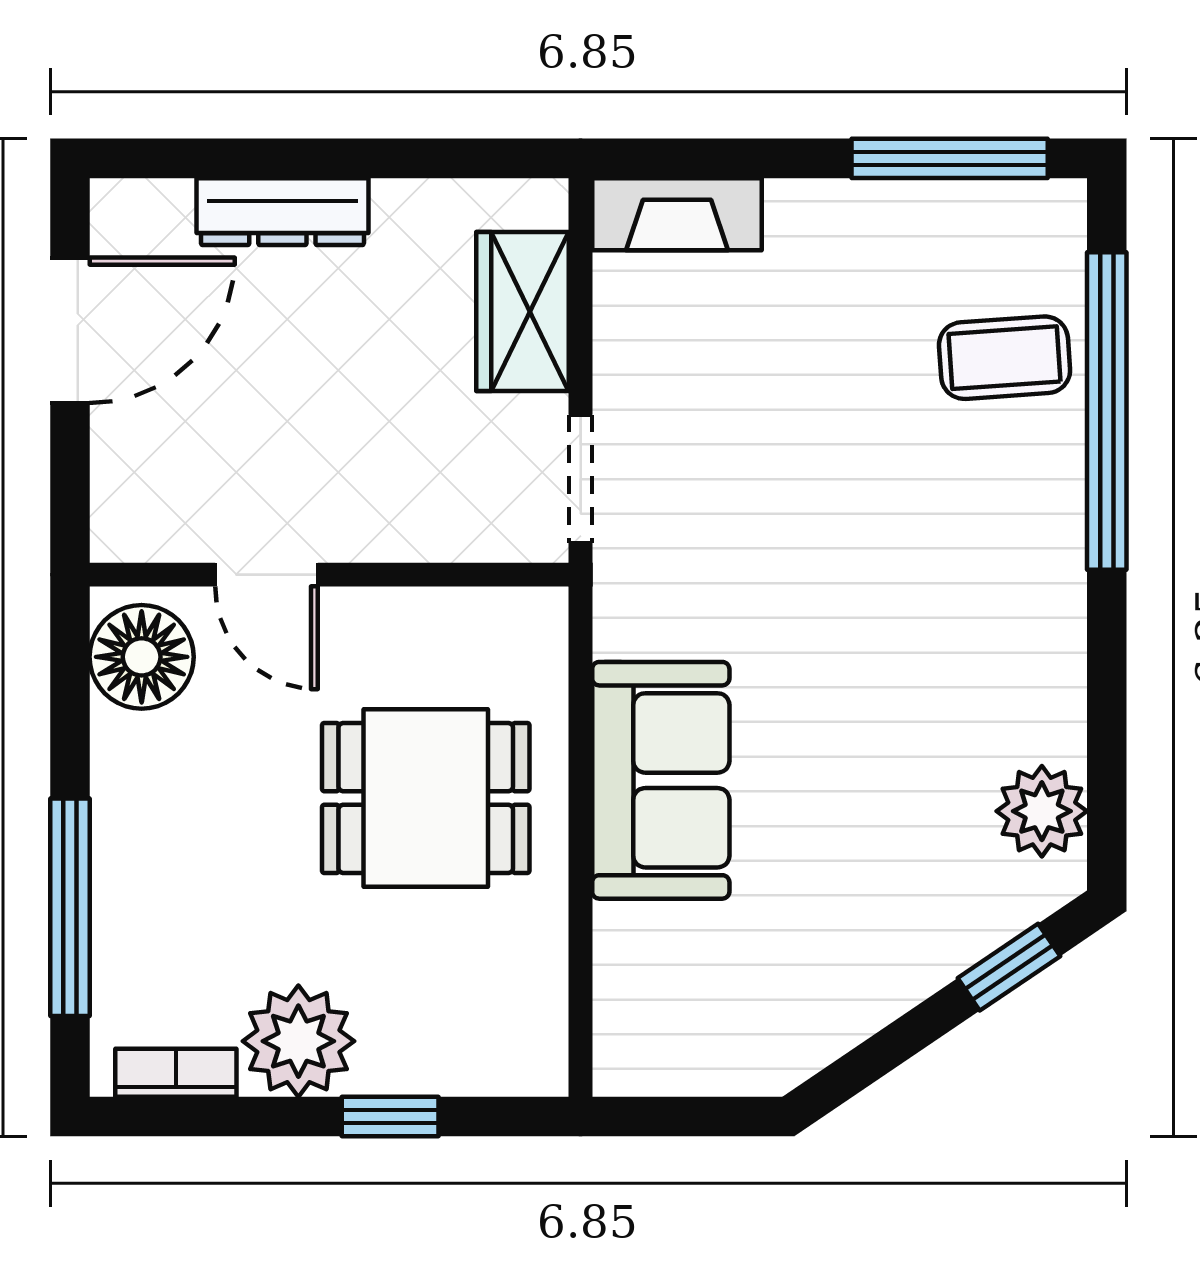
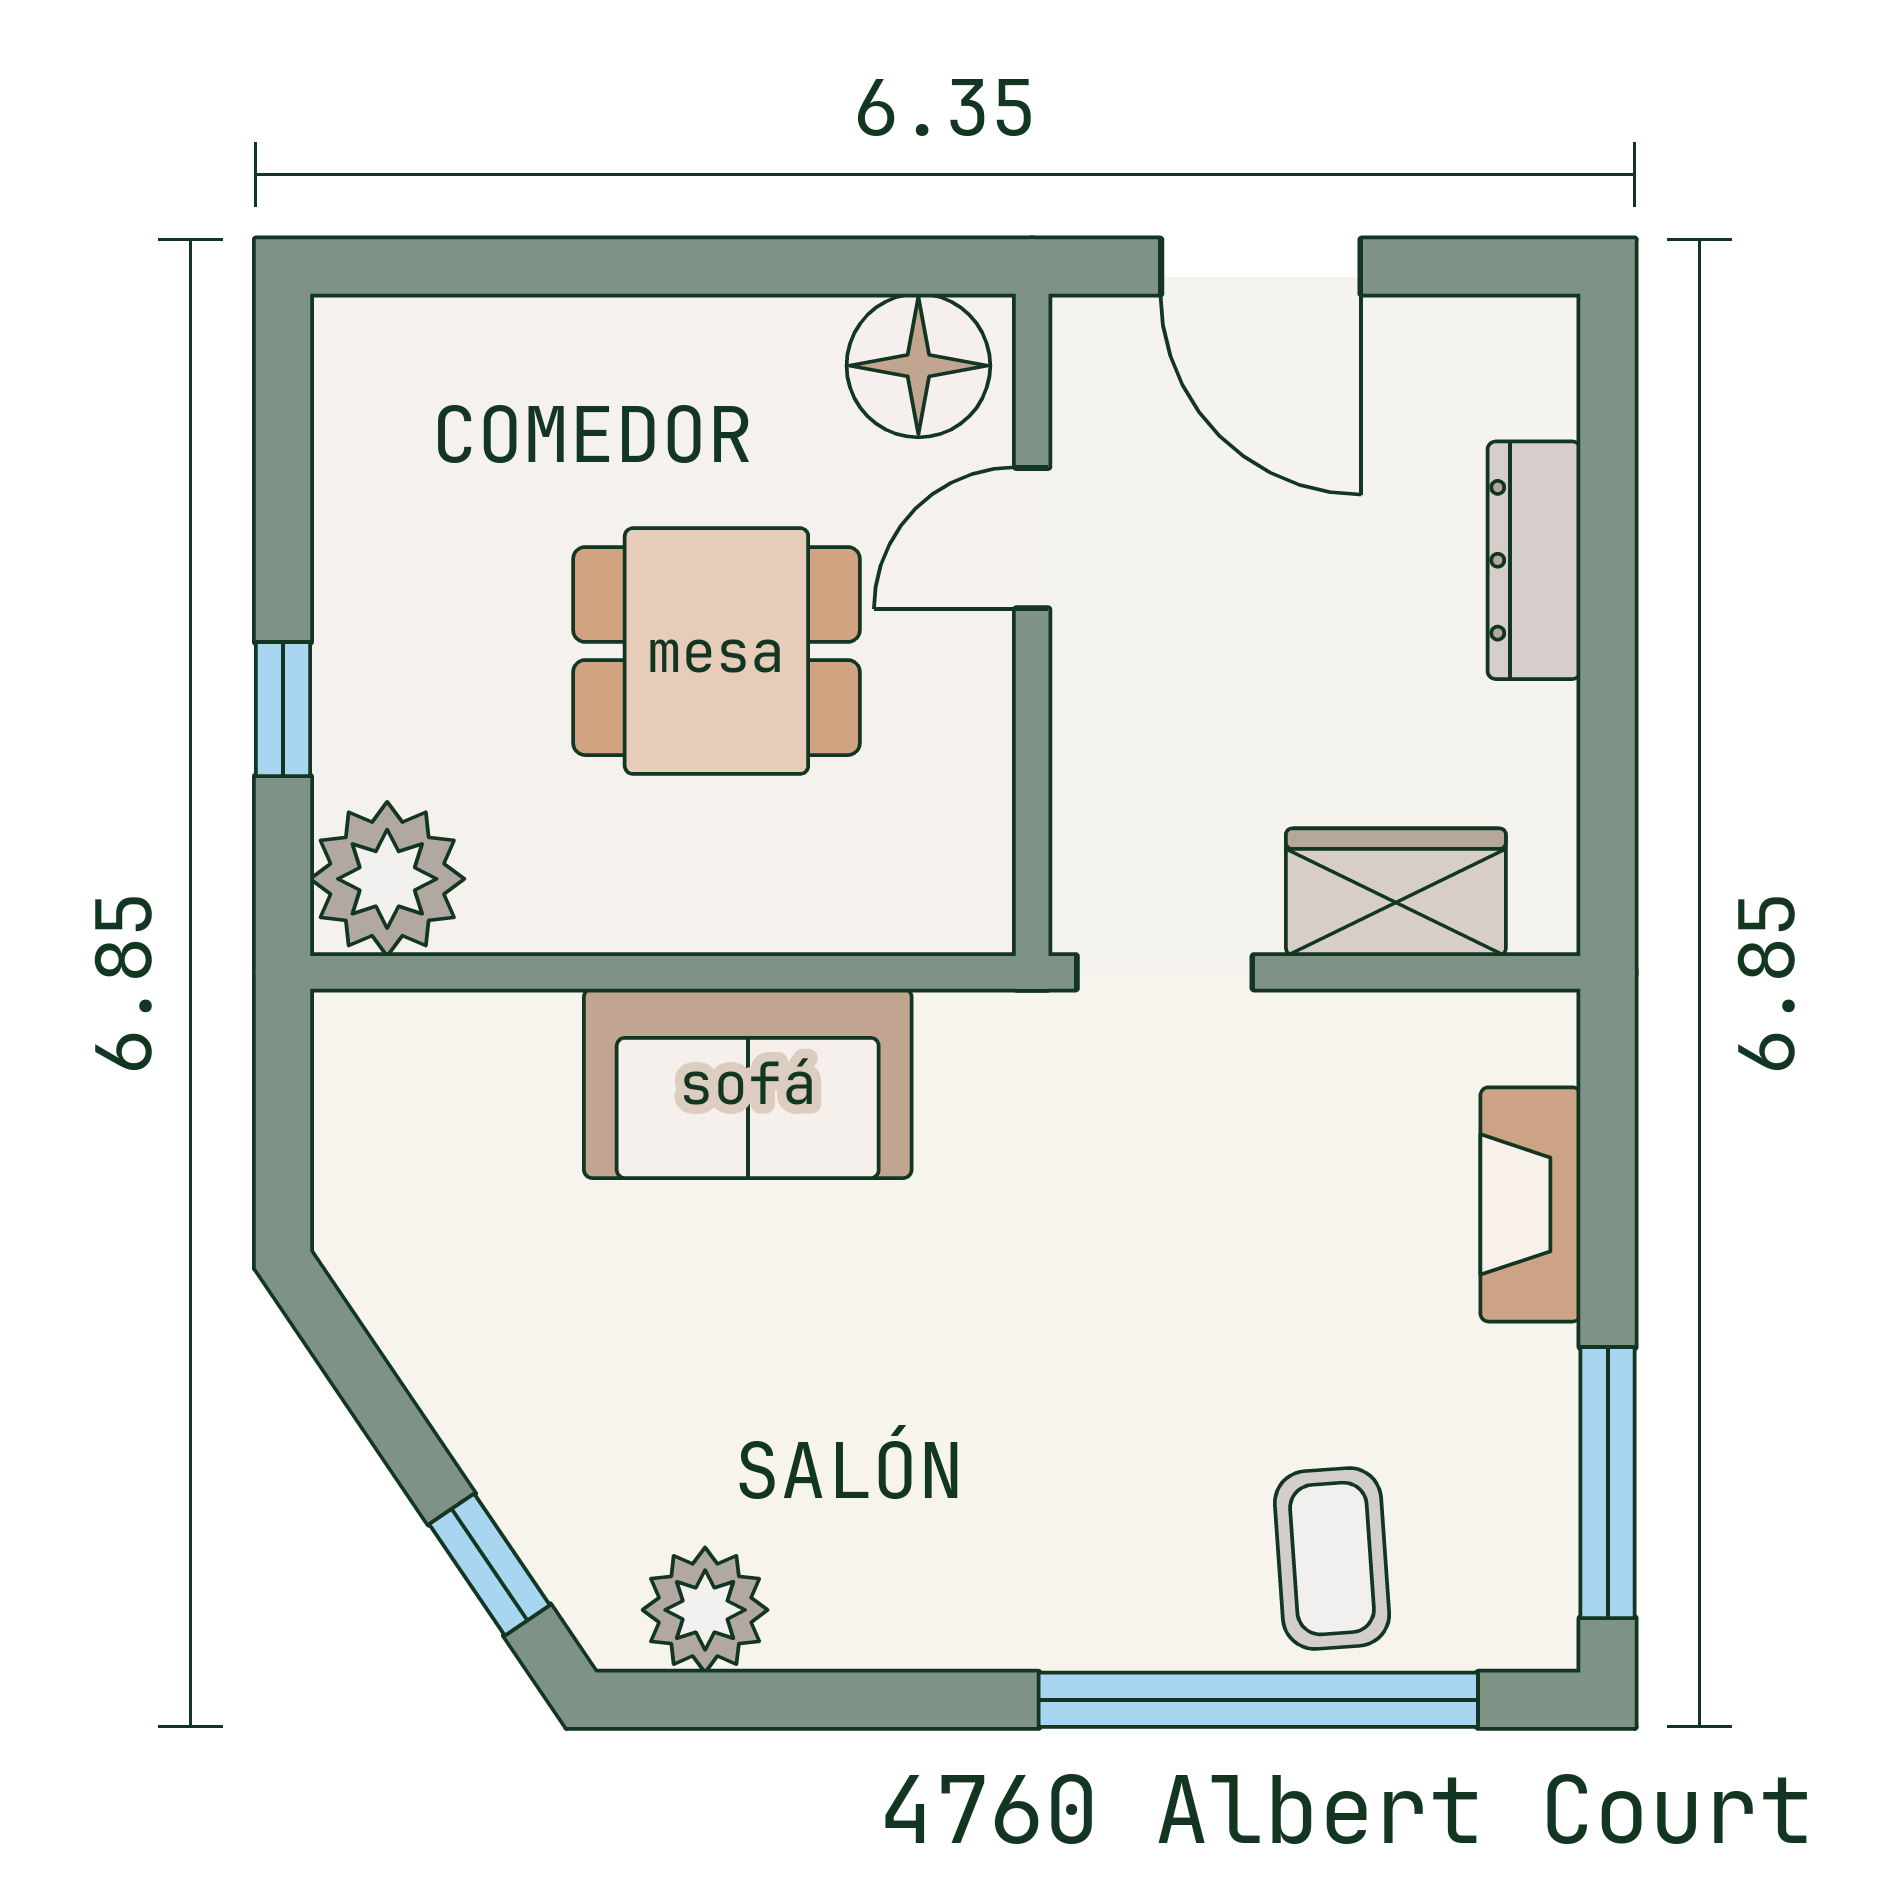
fireplace: (677, 214) -> (1530, 1204), moved
door: (70, 330) -> (1261, 267), moved
dining table: (426, 798) -> (716, 651), moved, turned 90
window: (70, 907) -> (572, 267), removed
plant: (298, 1041) -> (387, 879), moved
bookcase: (176, 1073) -> (344, 413), removed

